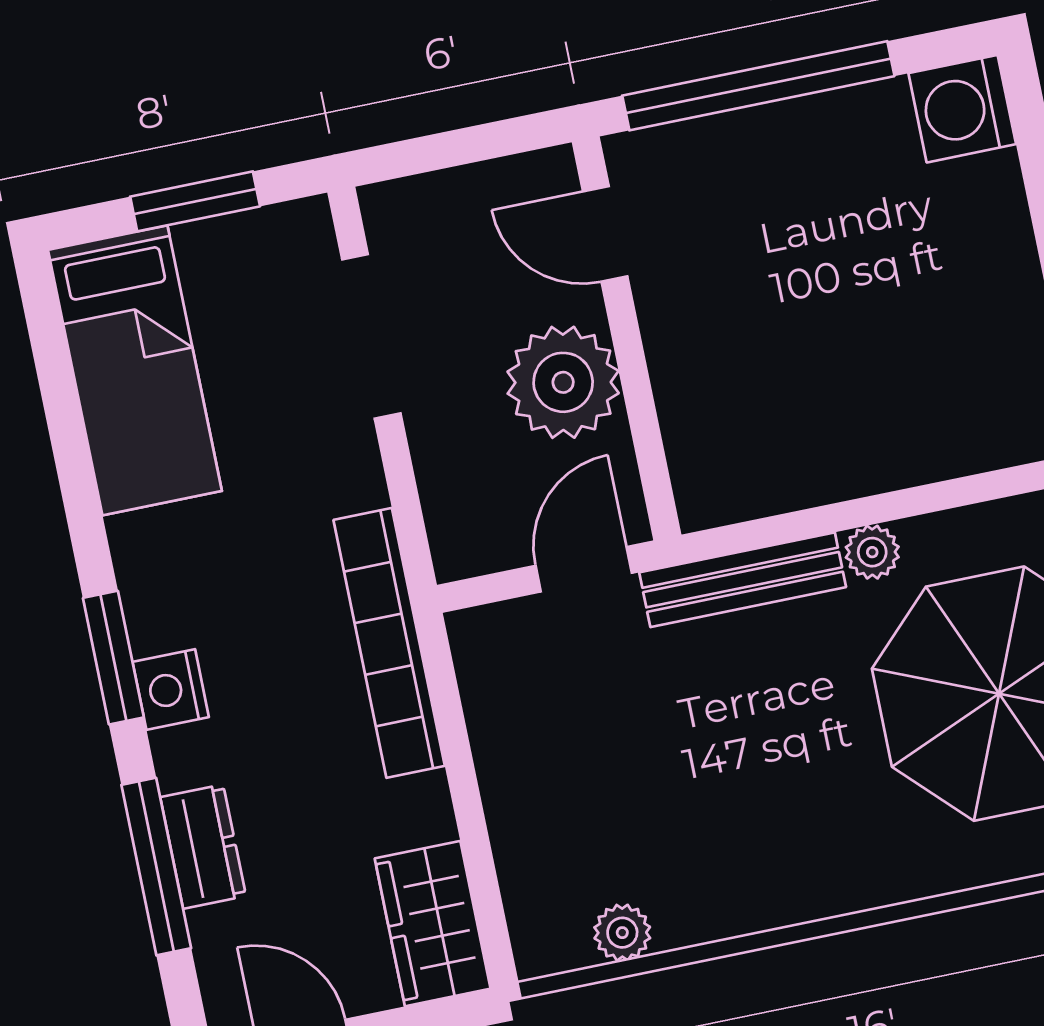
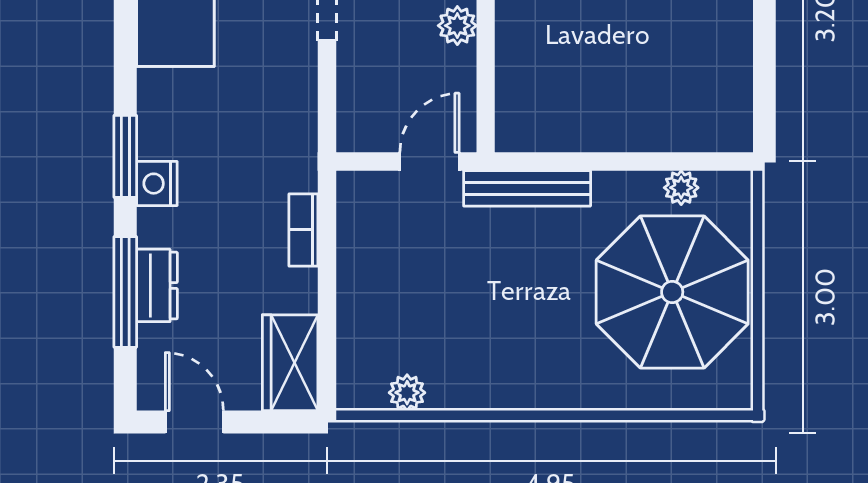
plant: (563, 382) -> (457, 26), width x0.53, depth x0.53
plant: (872, 552) -> (681, 188), moved
bookcase: (389, 643) -> (303, 230), width x0.43, depth x0.76

